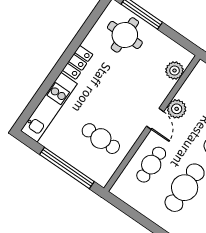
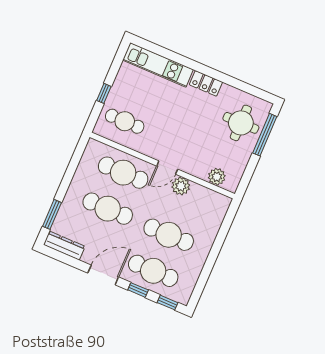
cafe table: (101, 139) -> (125, 121), moved, turned 90
cafe table: (151, 165) -> (123, 173), width x1.37, depth x1.35
window: (67, 168) -> (104, 93), width x0.32

